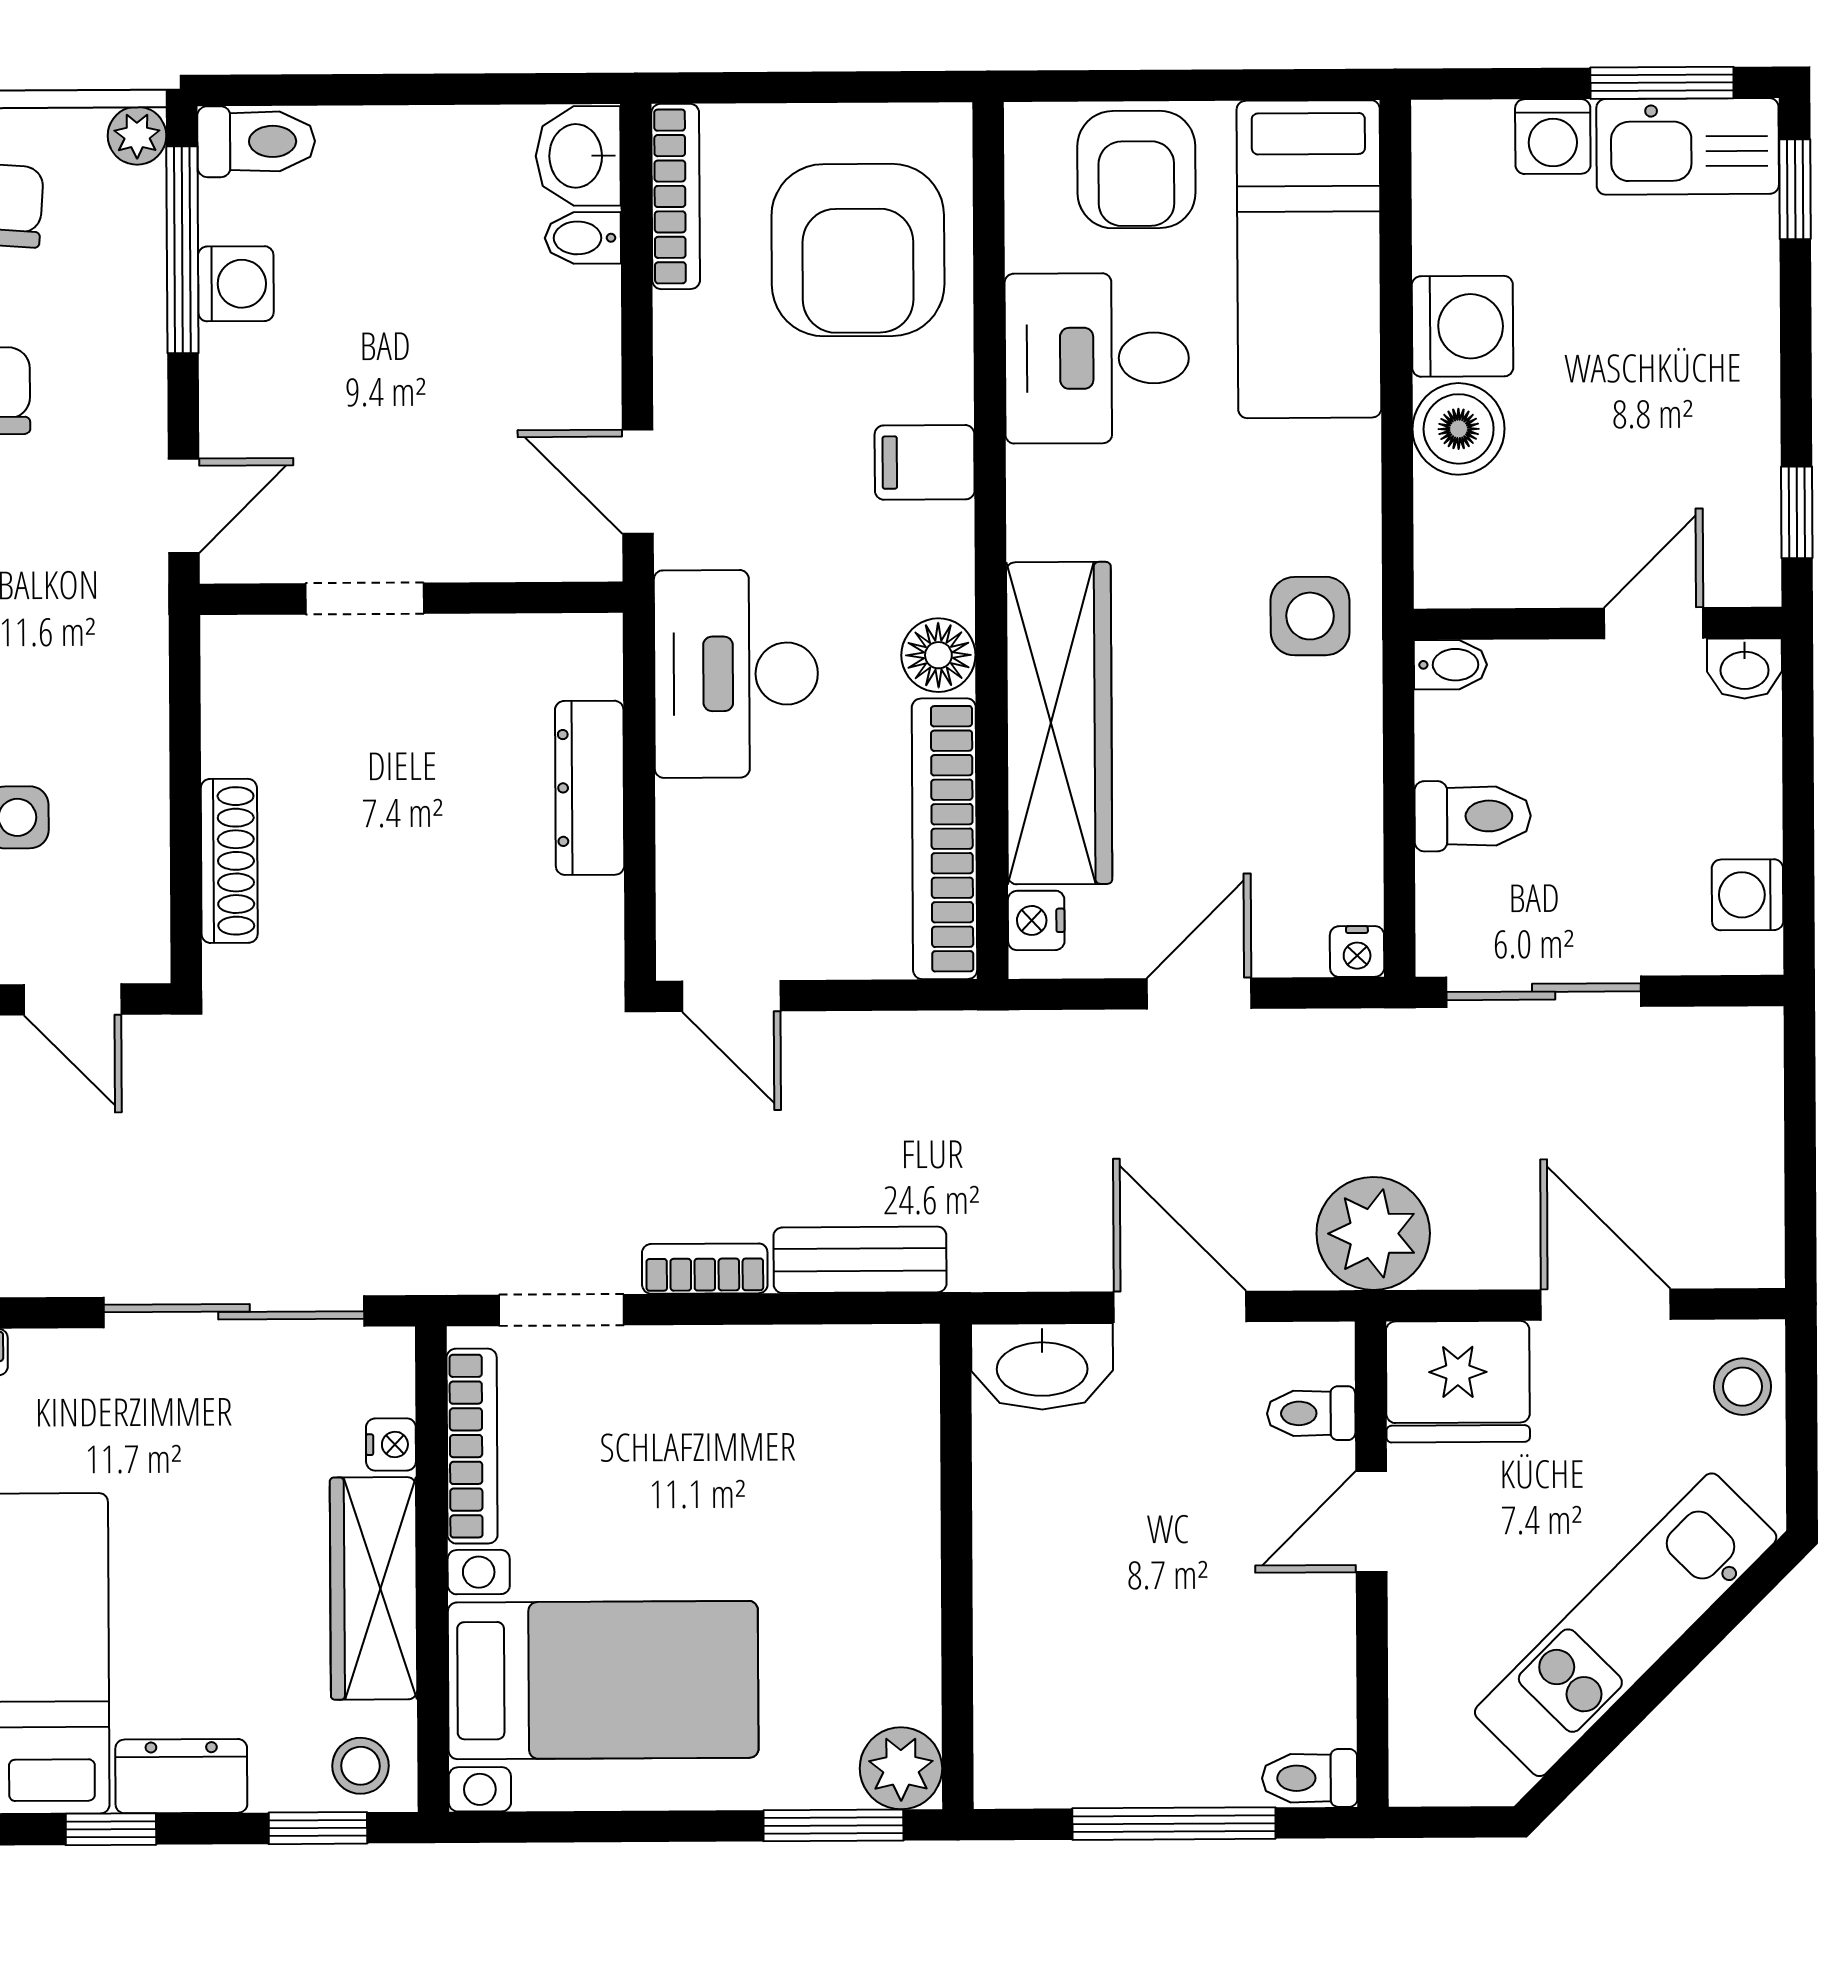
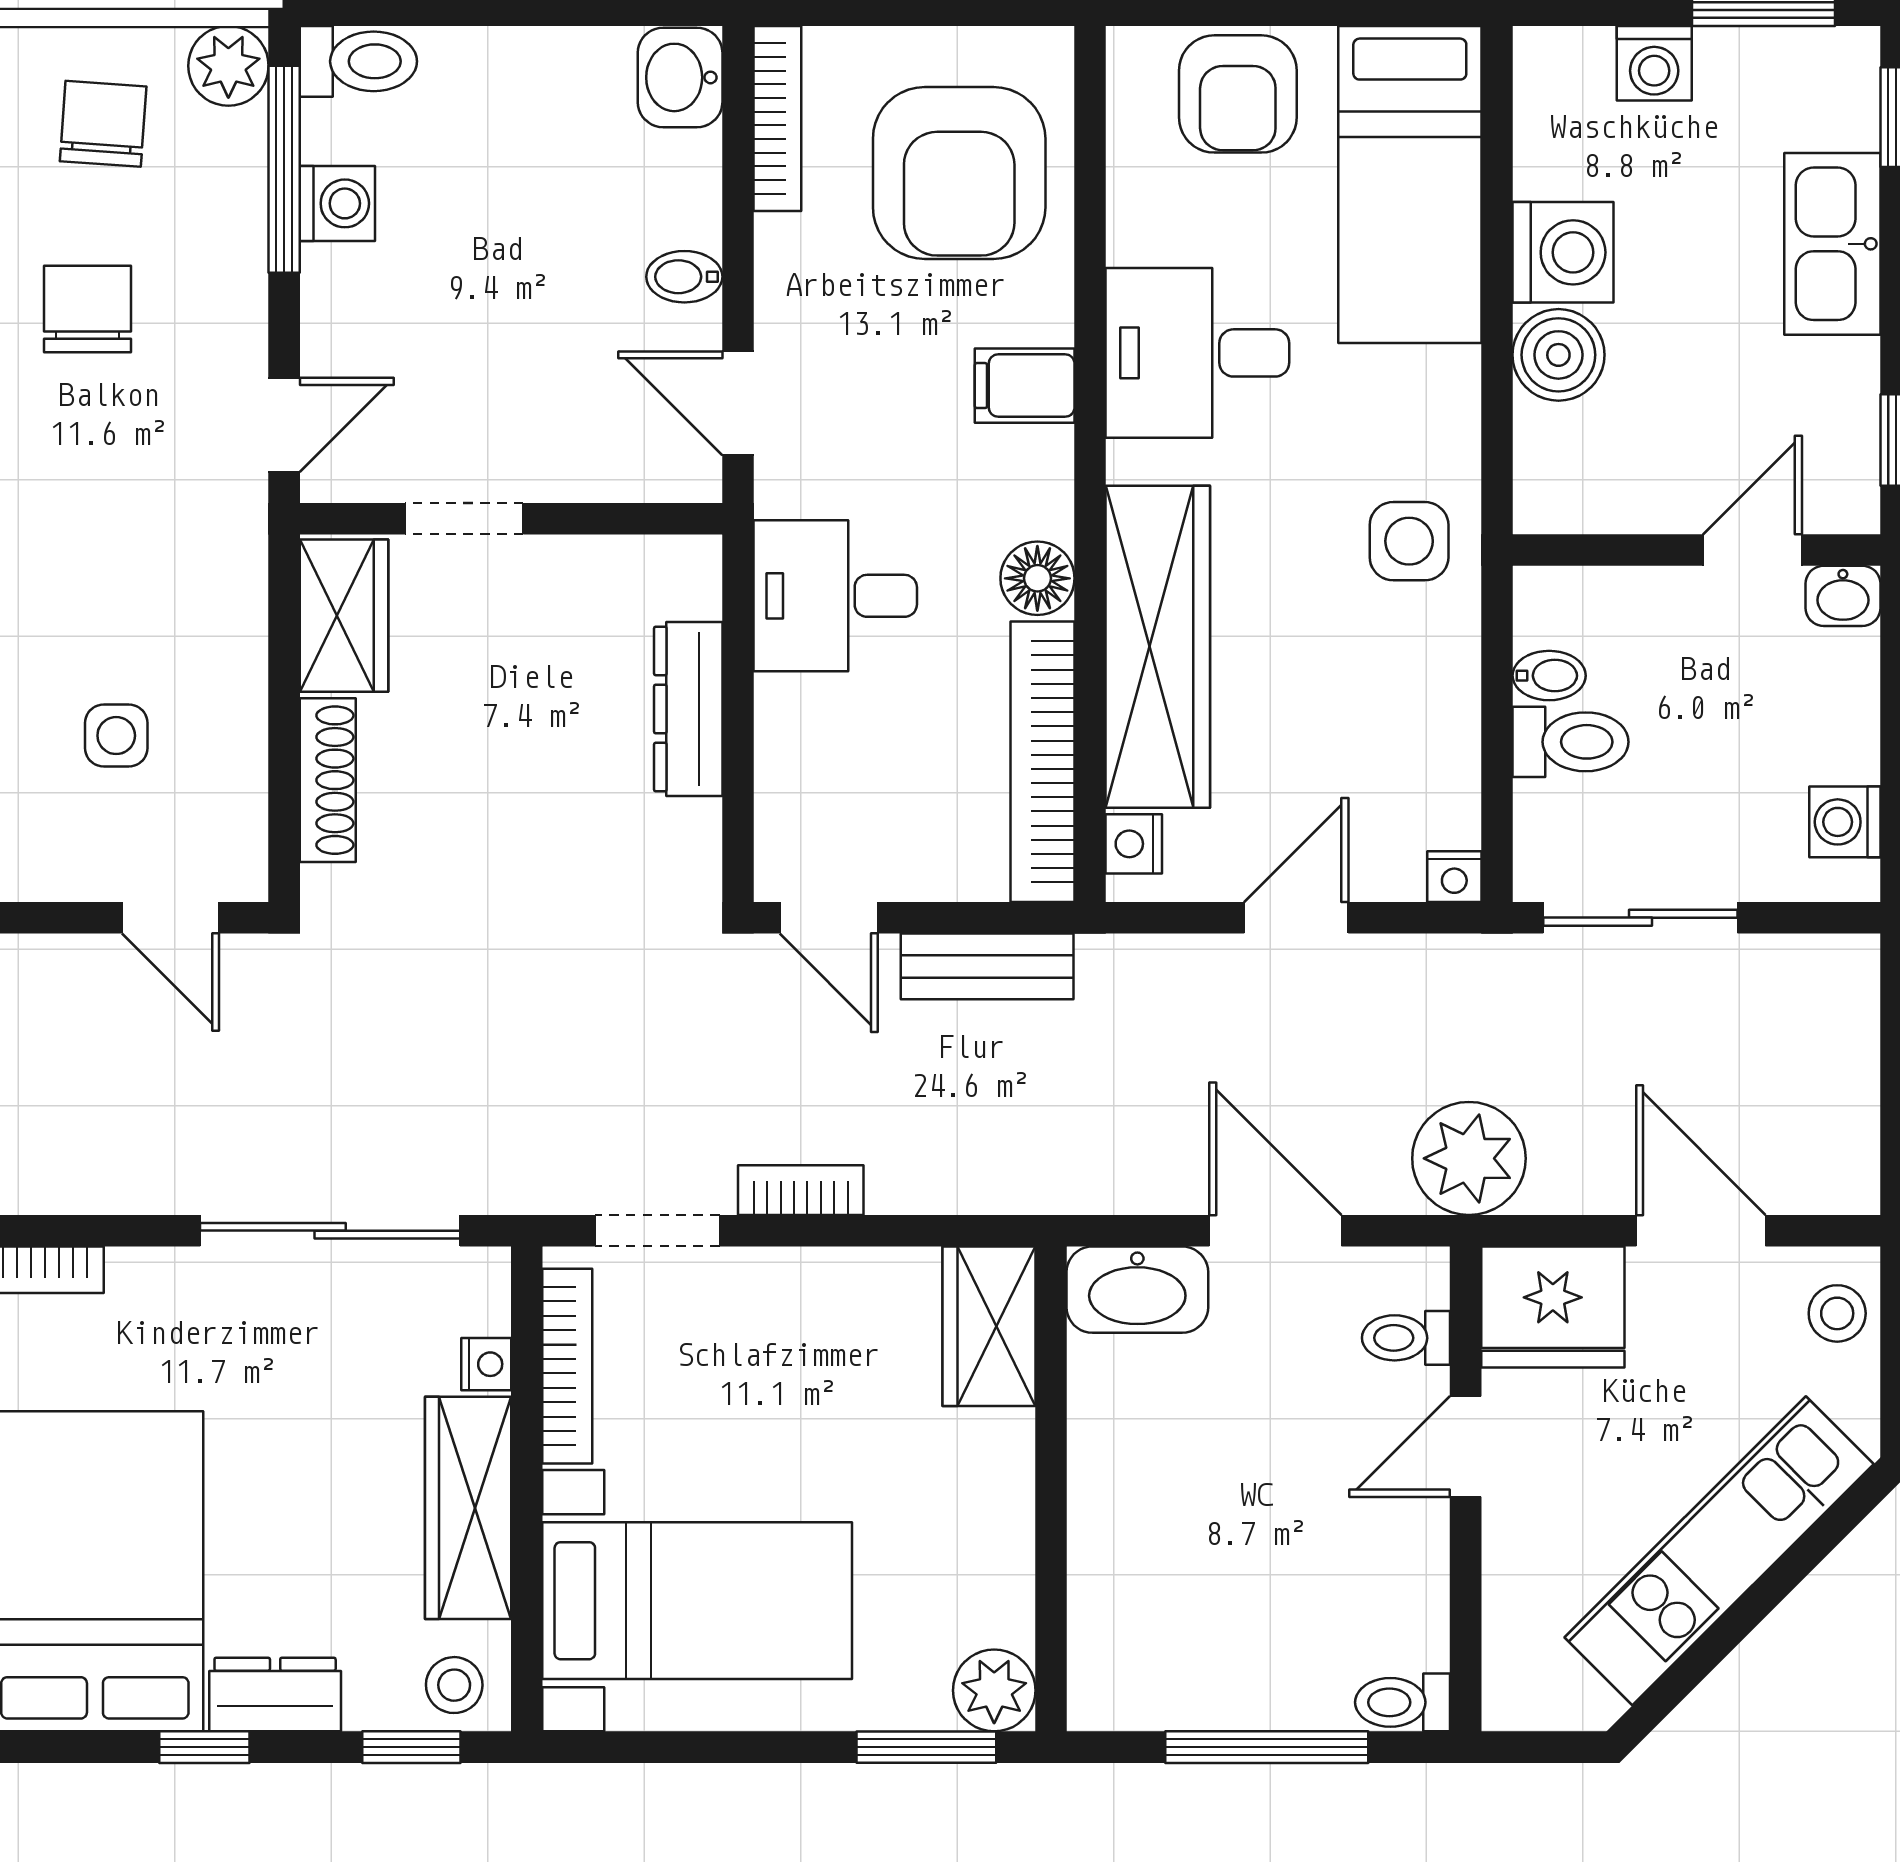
plant: (137, 136) -> (228, 66), width x1.38, depth x1.38
kitchen sink: (1688, 146) -> (1832, 244), moved, turned 90
bidet: (583, 238) -> (684, 277), moved
desk: (1097, 358) -> (1197, 353), moved
bidet: (1450, 665) -> (1549, 676), moved
desk: (736, 674) -> (835, 596), width x0.73
wardrobe: (245, 696) -> (344, 616), added
bench: (860, 1260) -> (987, 966), moved
wardrobe: (894, 1404) -> (989, 1326), added

